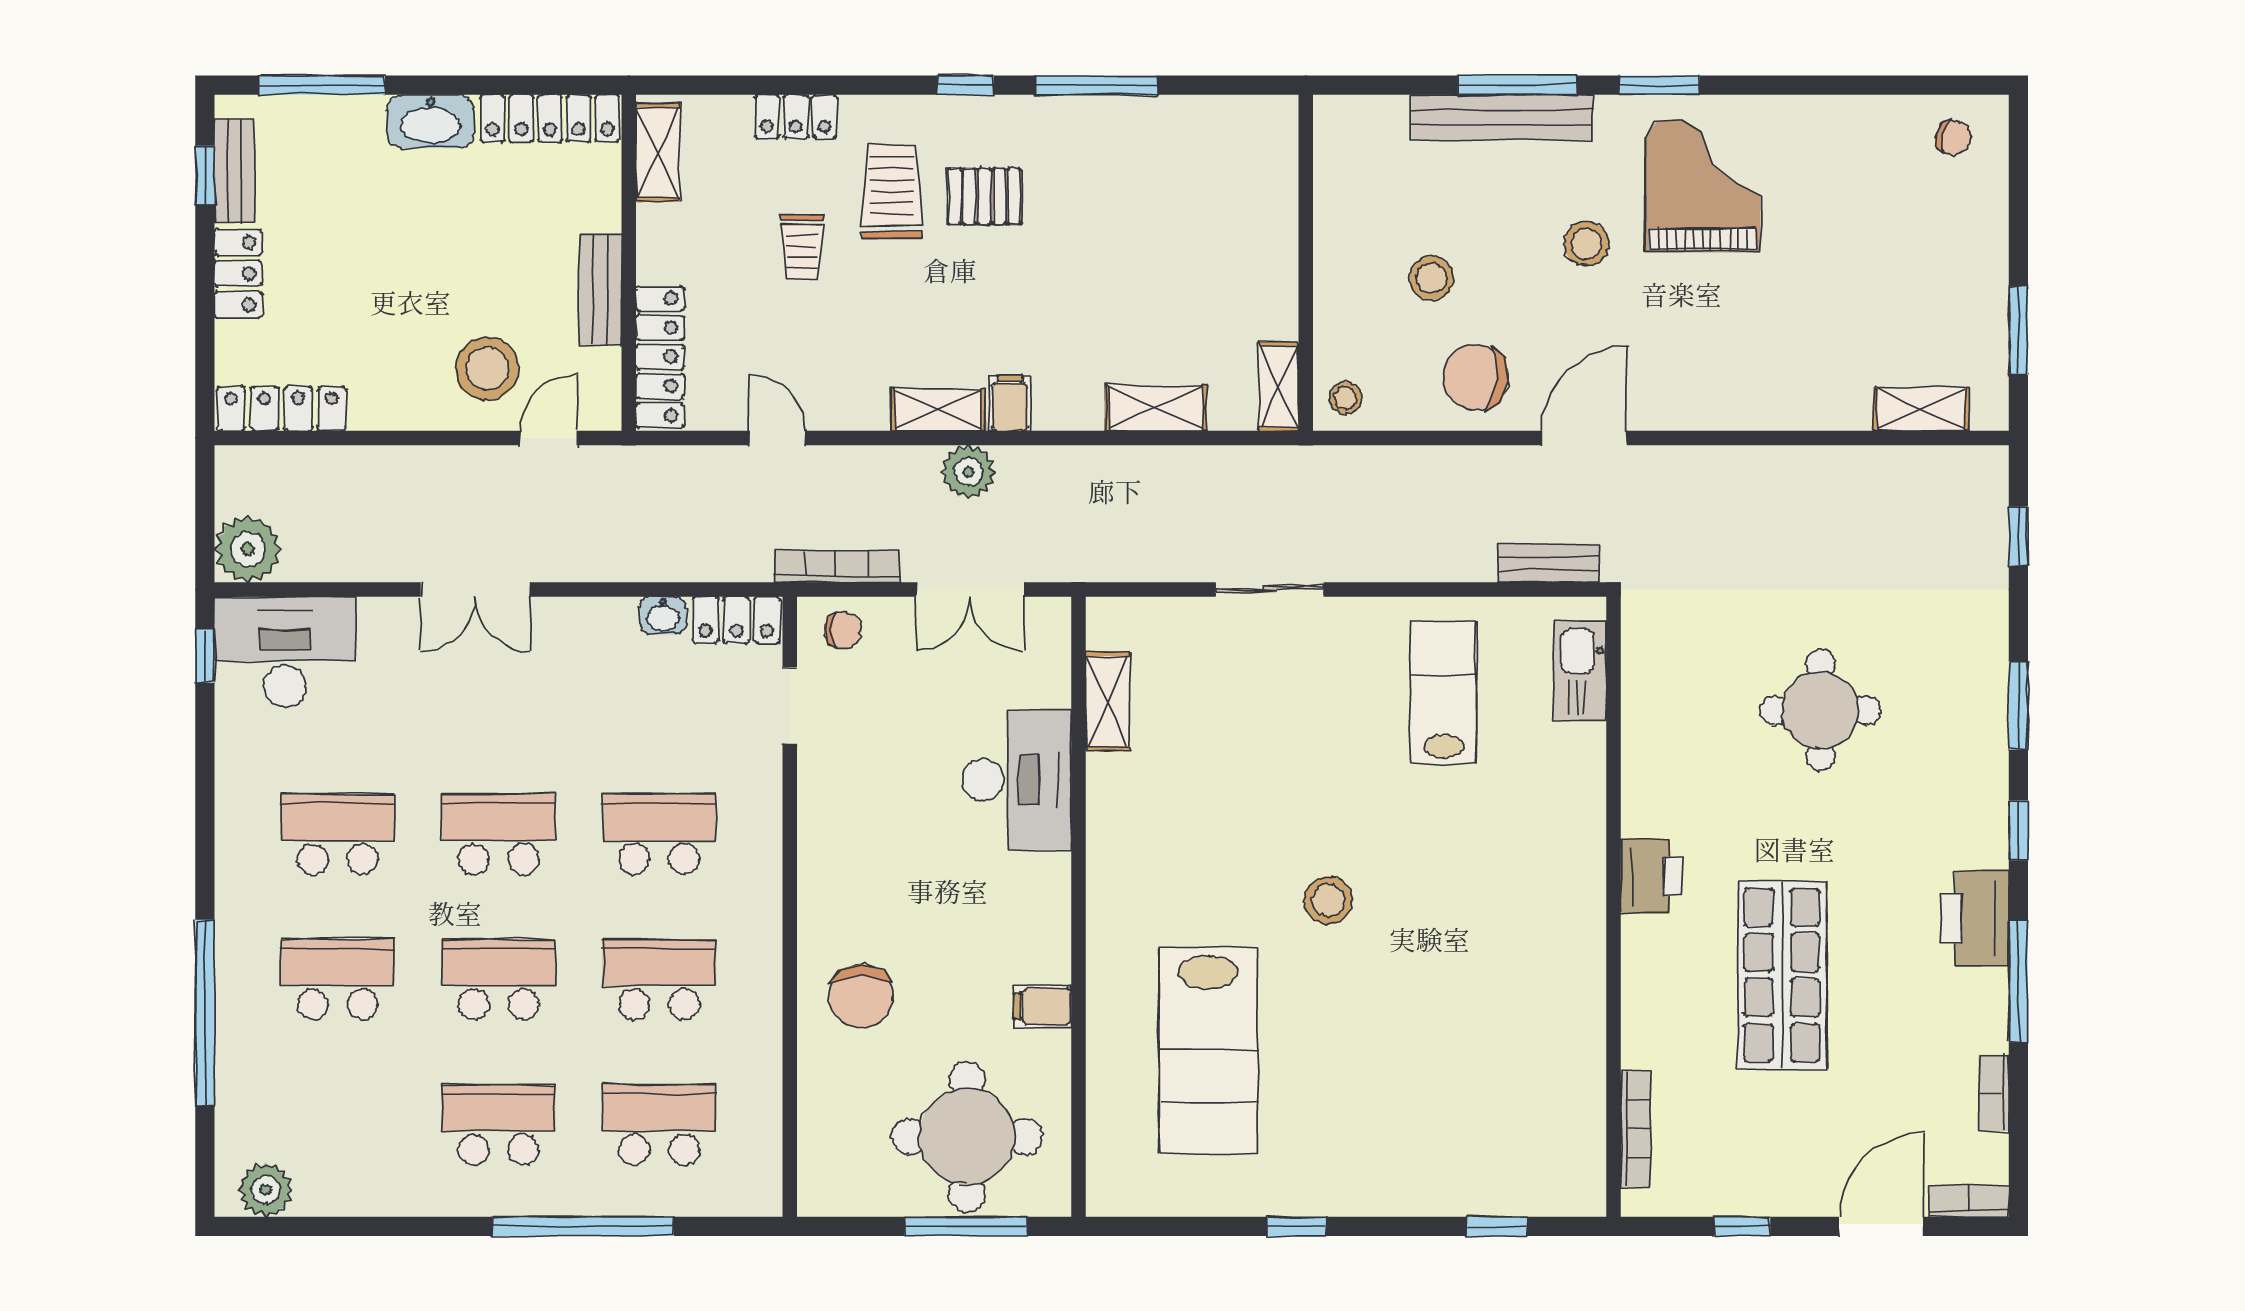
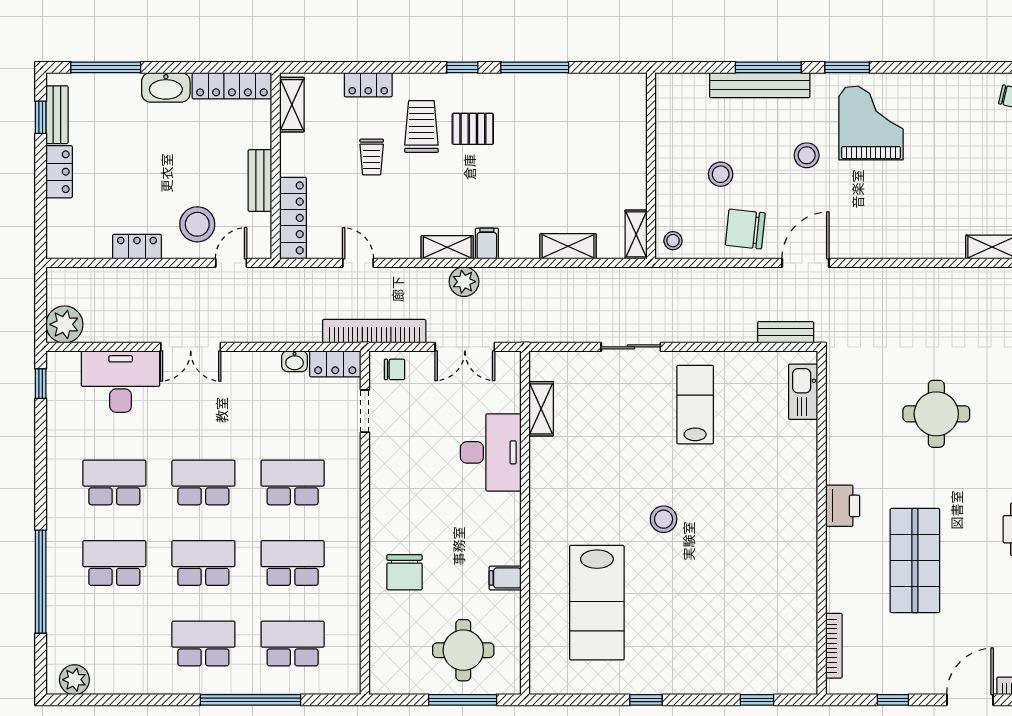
locker: (281, 409) -> (137, 247), moved, width x0.66
bookcase: (837, 566) -> (374, 331), width x1.48, depth x1.31
desk: (285, 652) -> (121, 382), moved
lab bench: (1444, 693) -> (695, 405), moved
round table: (967, 1137) -> (463, 650), width x0.73, depth x0.73

